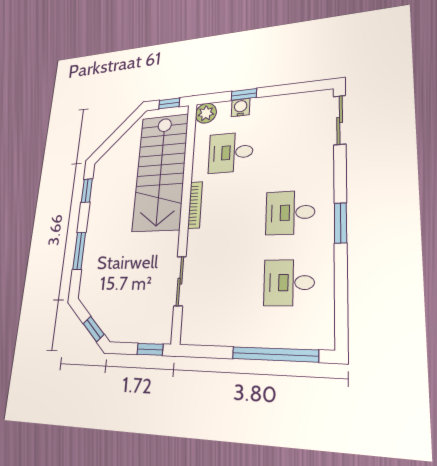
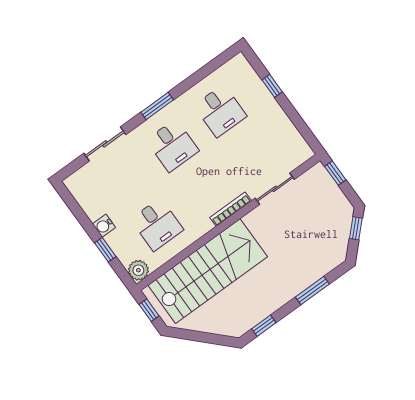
water cooler: (241, 108) -> (104, 226), moved
sliding door: (340, 120) -> (105, 144), moved
bookcase: (195, 205) -> (231, 209), moved
window: (275, 354) -> (272, 86), width x0.32

